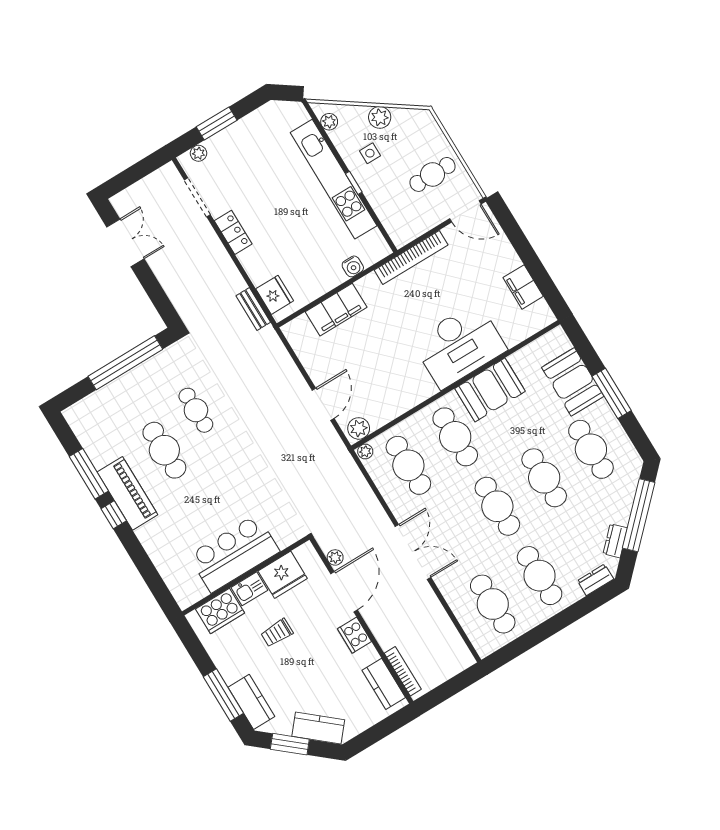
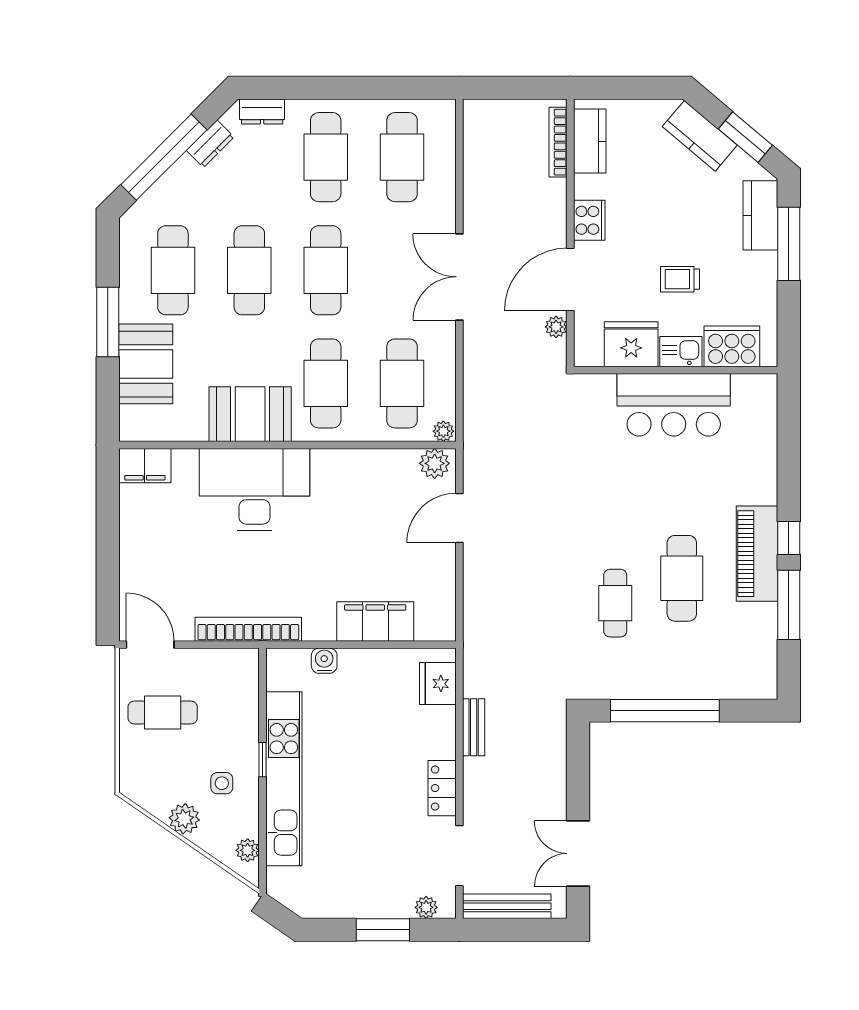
bench: (149, 184) -> (507, 906), added
filing cabinet: (523, 287) -> (145, 466), moved, turned 90
bench: (253, 309) -> (474, 727), moved
trolley: (277, 633) -> (680, 279), turned 180

